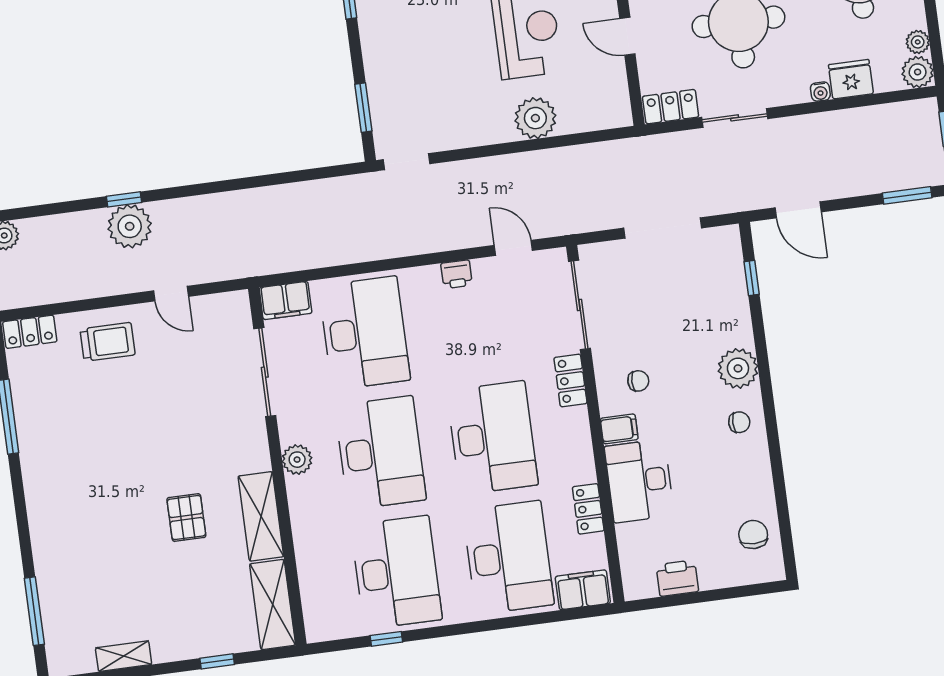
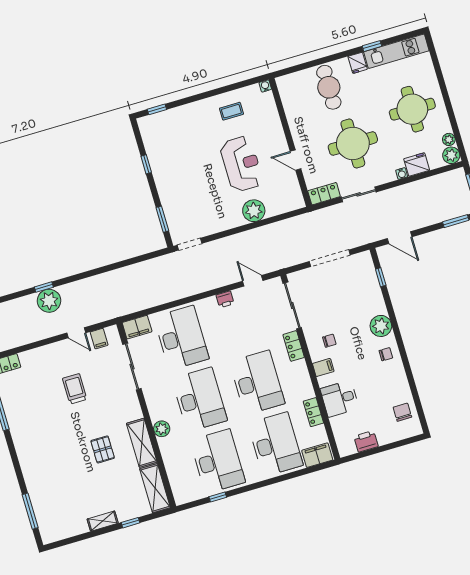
filing cabinet: (212, 311) -> (99, 339), added
trolley: (108, 342) -> (75, 389), moved, turned -90
plant: (297, 460) -> (162, 429), moved
desk: (639, 481) -> (340, 399), width x0.73
shelving: (124, 656) -> (103, 521), moved

